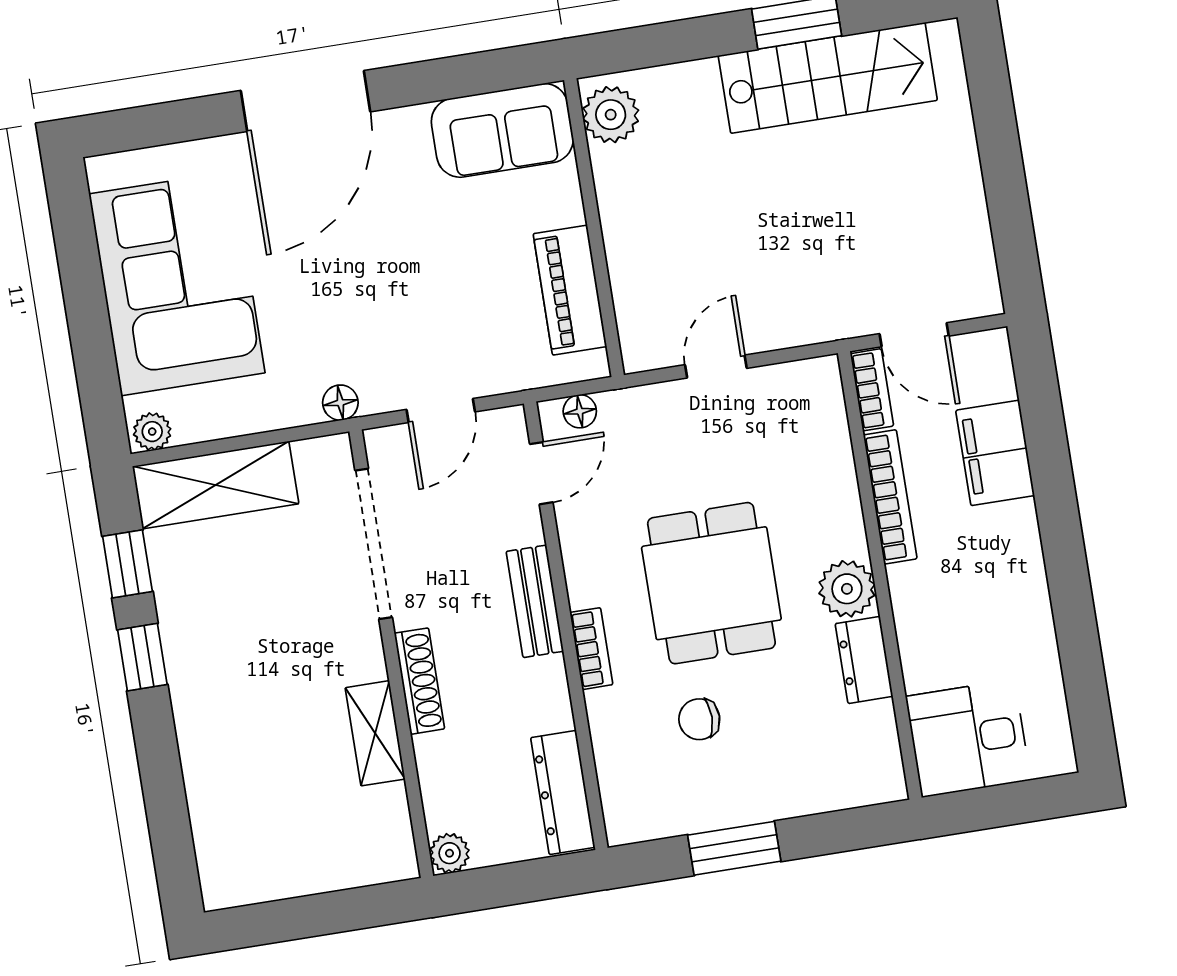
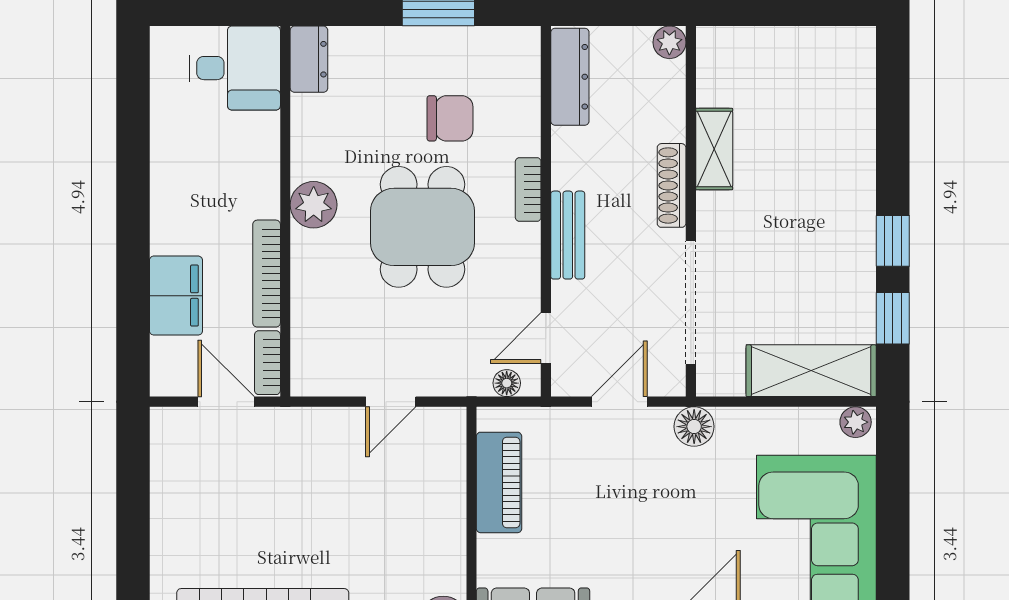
floor lamp: (340, 403) -> (694, 427), width x1.37, depth x1.37
dresser: (864, 660) -> (309, 59), moved
chair: (699, 719) -> (450, 118), width x1.37, depth x1.37

